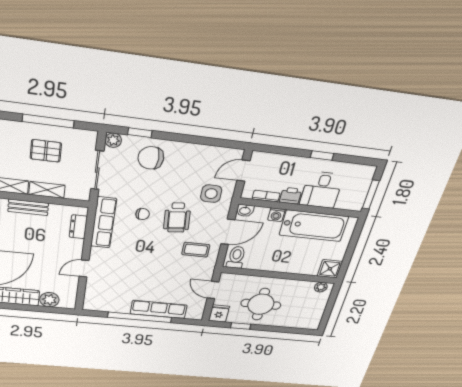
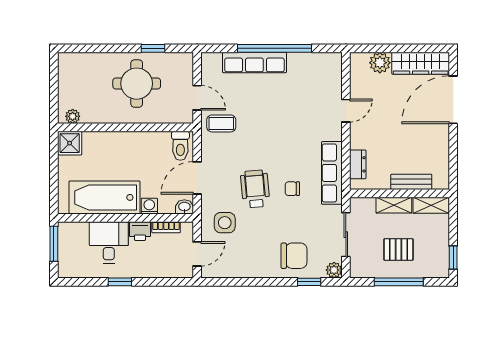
coffee table: (196, 250) -> (221, 123), moved
fridge: (219, 313) -> (183, 64), removed

